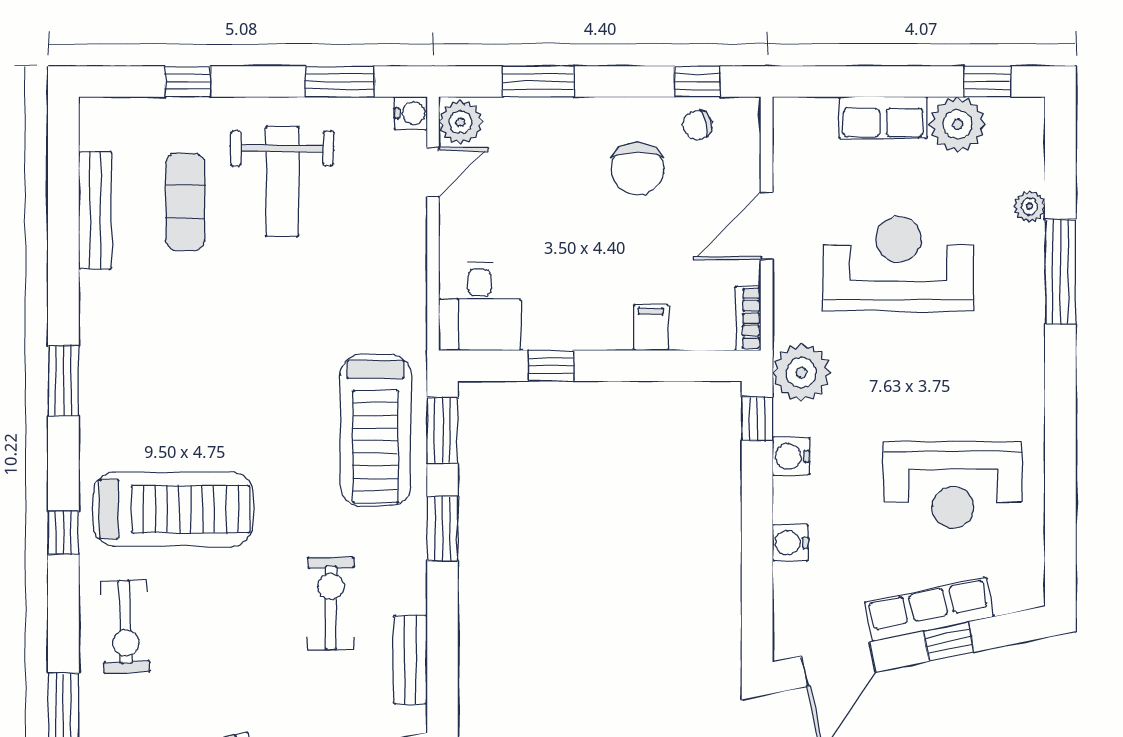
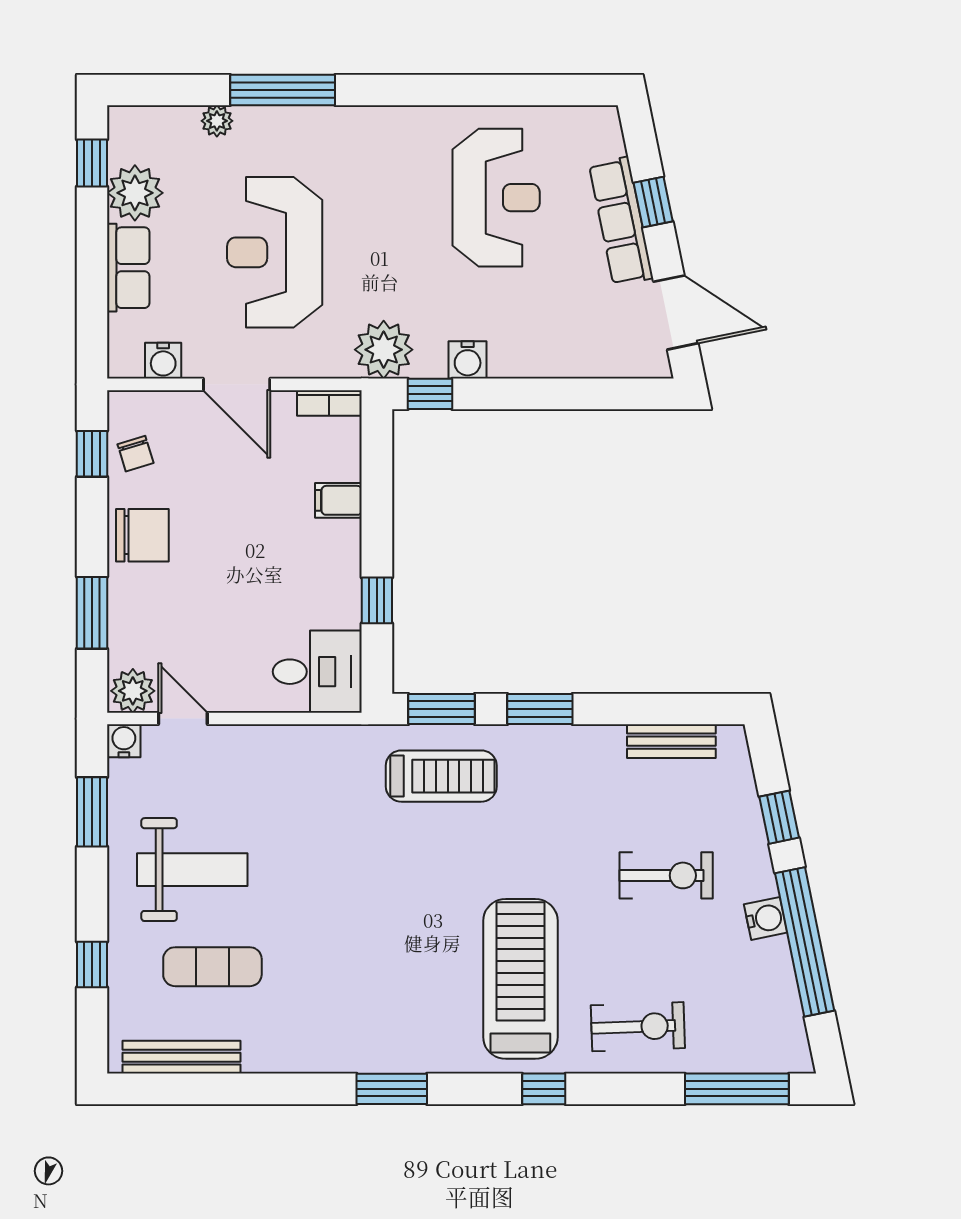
chair: (637, 169) -> (142, 535), moved
bench: (95, 210) -> (181, 1057), moved
treadmill: (376, 430) -> (441, 776), width x0.73, depth x0.73
water cooler: (790, 543) -> (163, 361), moved
exercise bike: (331, 603) -> (666, 875), moved, turned 180

